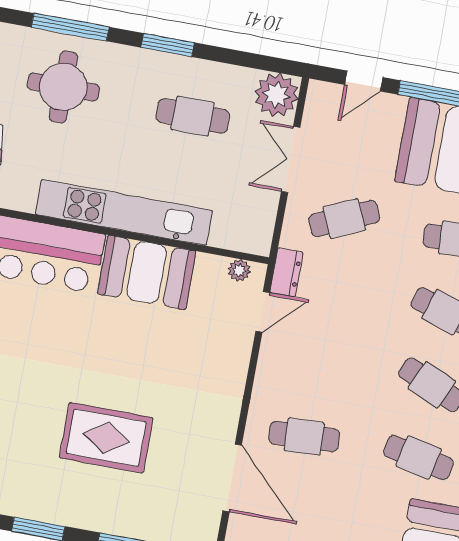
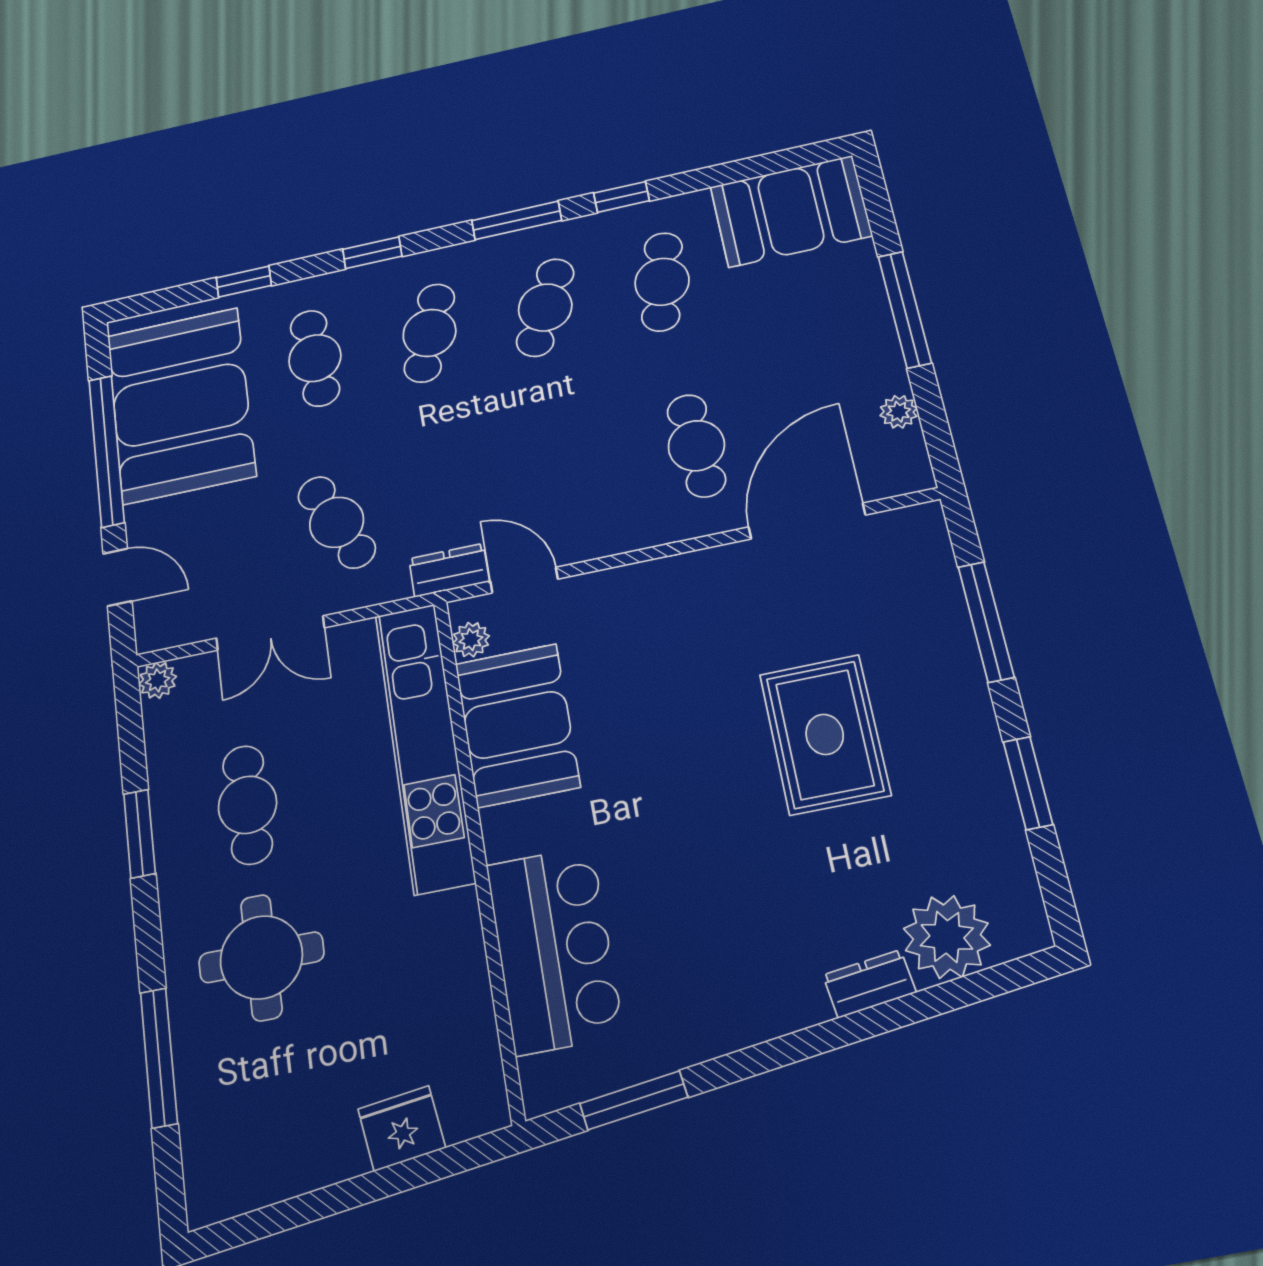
window: (168, 45) -> (140, 834), moved
round table: (63, 87) -> (261, 957), moved
plant: (276, 95) -> (158, 680), width x0.53, depth x0.53
kitchen unit: (124, 212) -> (425, 746), moved
booth: (147, 272) -> (517, 725), moved

